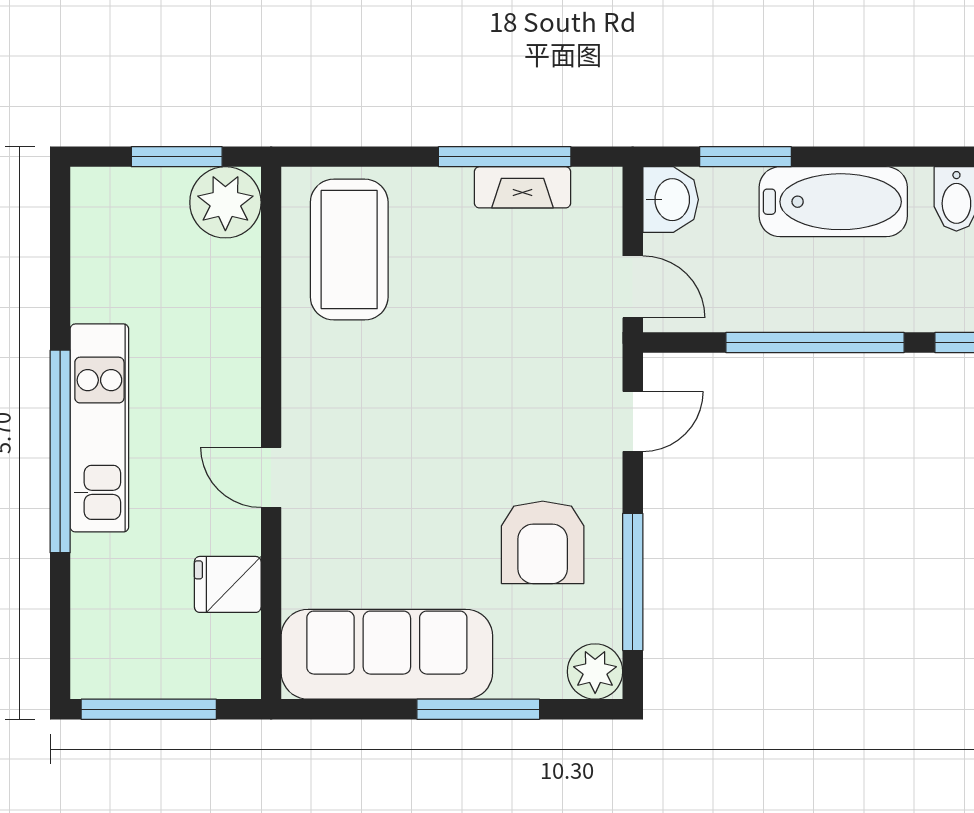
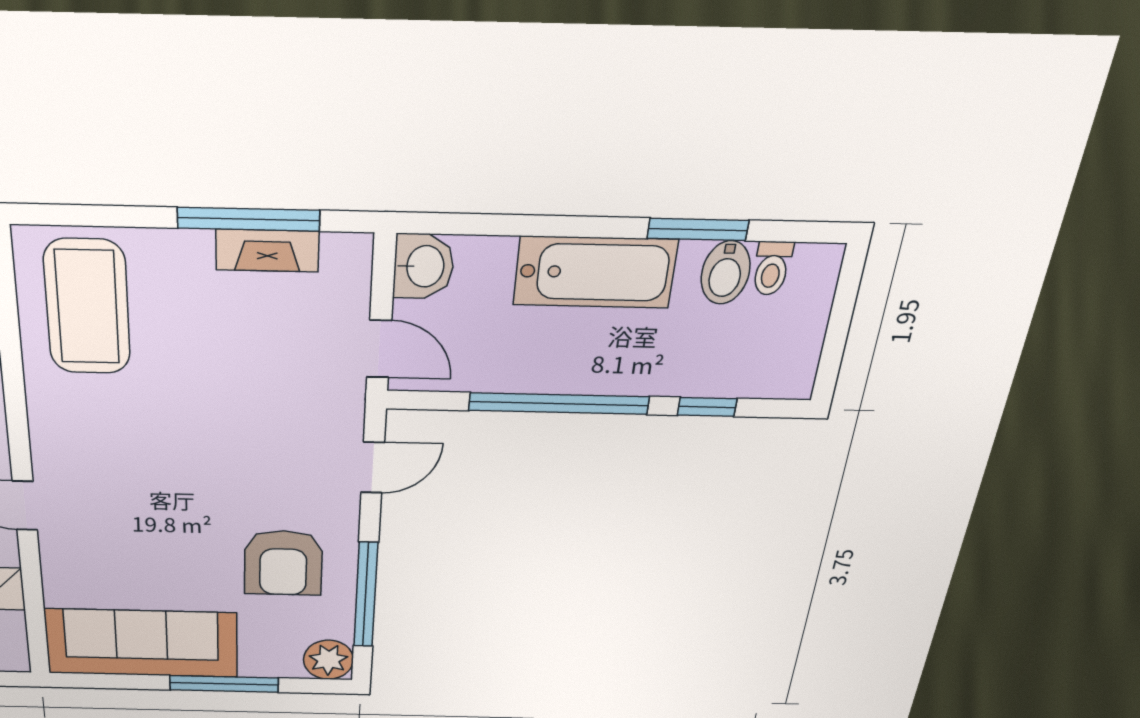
window: (745, 157) -> (698, 229), moved

